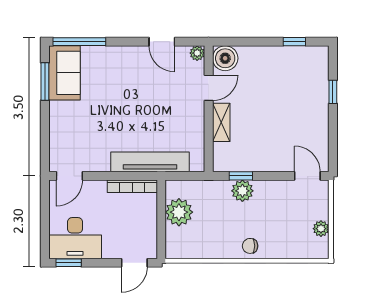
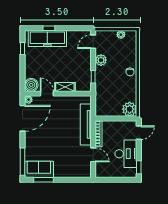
door: (162, 42) -> (23, 118), width x1.87
freezer: (313, 89) -> (47, 38), added
door: (69, 176) -> (93, 155), moved
plant: (242, 191) -> (101, 60), moved
plant: (179, 212) -> (129, 109), moved
desk: (75, 238) -> (126, 154), moved
door: (134, 263) -> (139, 133), hinge flipped

